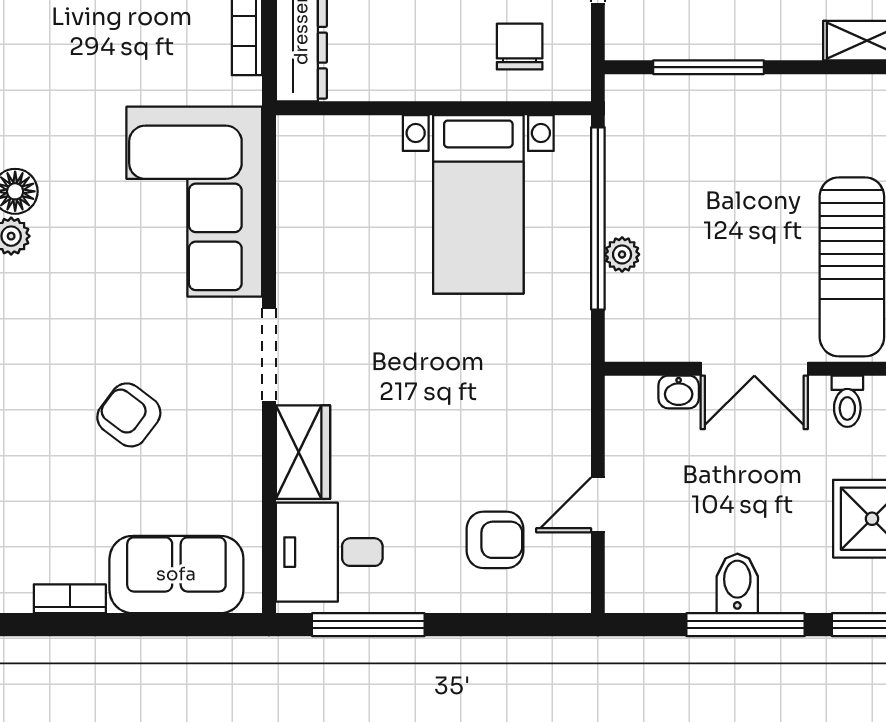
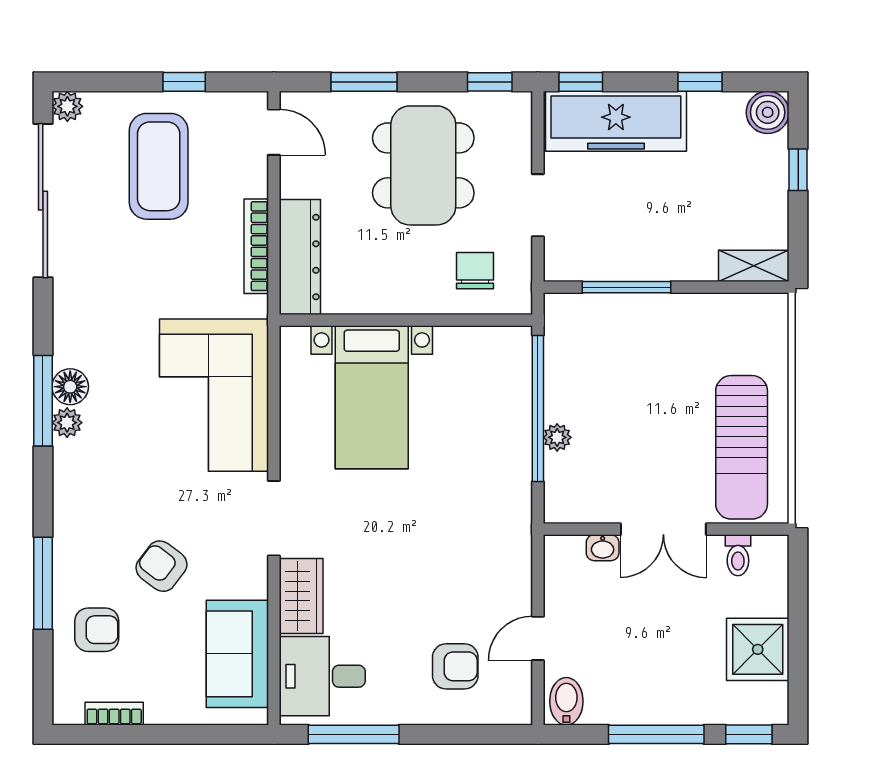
bed with nightstands: (478, 204) -> (372, 397), moved
armchair: (48, 494) -> (97, 630), added
sofa: (176, 574) -> (237, 654), moved, turned -90
bidet: (737, 583) -> (566, 701), moved

